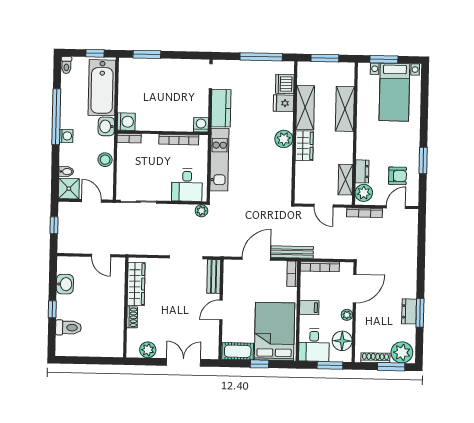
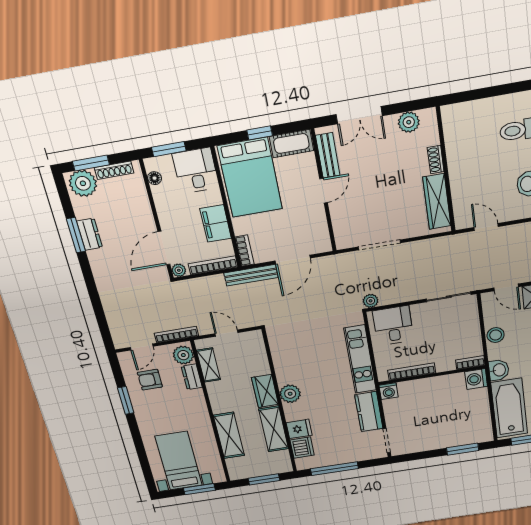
bench: (214, 276) -> (328, 155), moved
filing cabinet: (309, 308) -> (216, 223), width x2.00
plant: (347, 315) -> (179, 270), moved
floor lamp: (342, 341) -> (155, 178), width x0.53, depth x0.53

